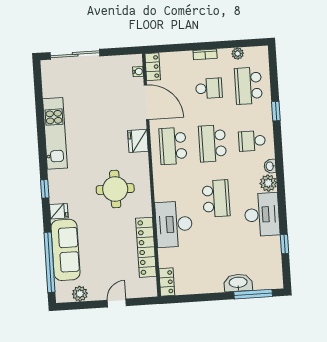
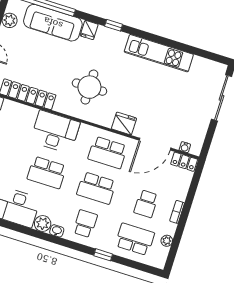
school desk: (212, 143) -> (96, 188), turned 180
school desk: (173, 146) -> (108, 152), turned 180
desk: (174, 224) -> (55, 132), moved

